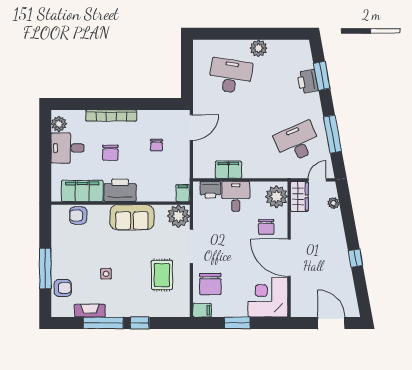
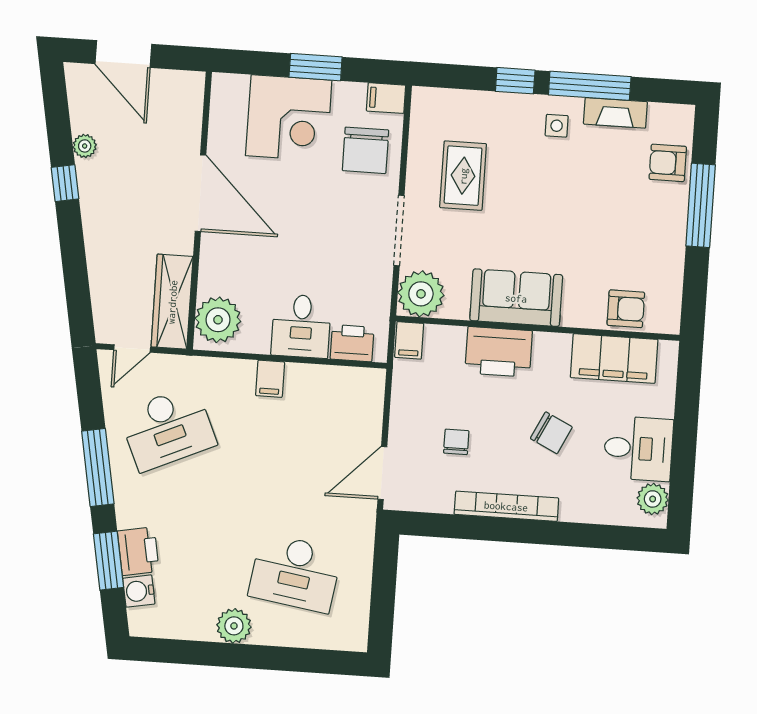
water cooler: (306, 62) -> (139, 591), added
bookcase: (111, 115) -> (506, 506), moved
window: (333, 134) -> (98, 468), moved
chair: (110, 153) -> (551, 433), turned 116
filing cabinet: (228, 170) -> (270, 379), moved, width x0.50
printer: (120, 190) -> (499, 352), moved
wardrobe: (299, 196) -> (172, 302), width x1.50
plant: (333, 203) -> (85, 146), moved
chair: (266, 227) -> (243, 259), removed
side table: (106, 274) -> (557, 126), moved
chair: (210, 284) -> (365, 150), turned 180
corner desk: (268, 297) -> (289, 118), moved

